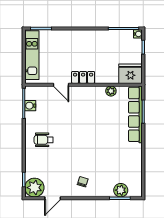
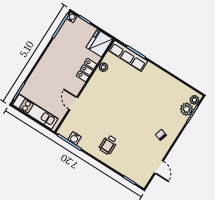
locker: (83, 77) -> (87, 70), moved
door: (61, 85) -> (73, 103), swing flipped
row of seats: (135, 114) -> (128, 56), width x0.73
plant: (34, 188) -> (194, 100), moved, width x0.53, depth x0.53

